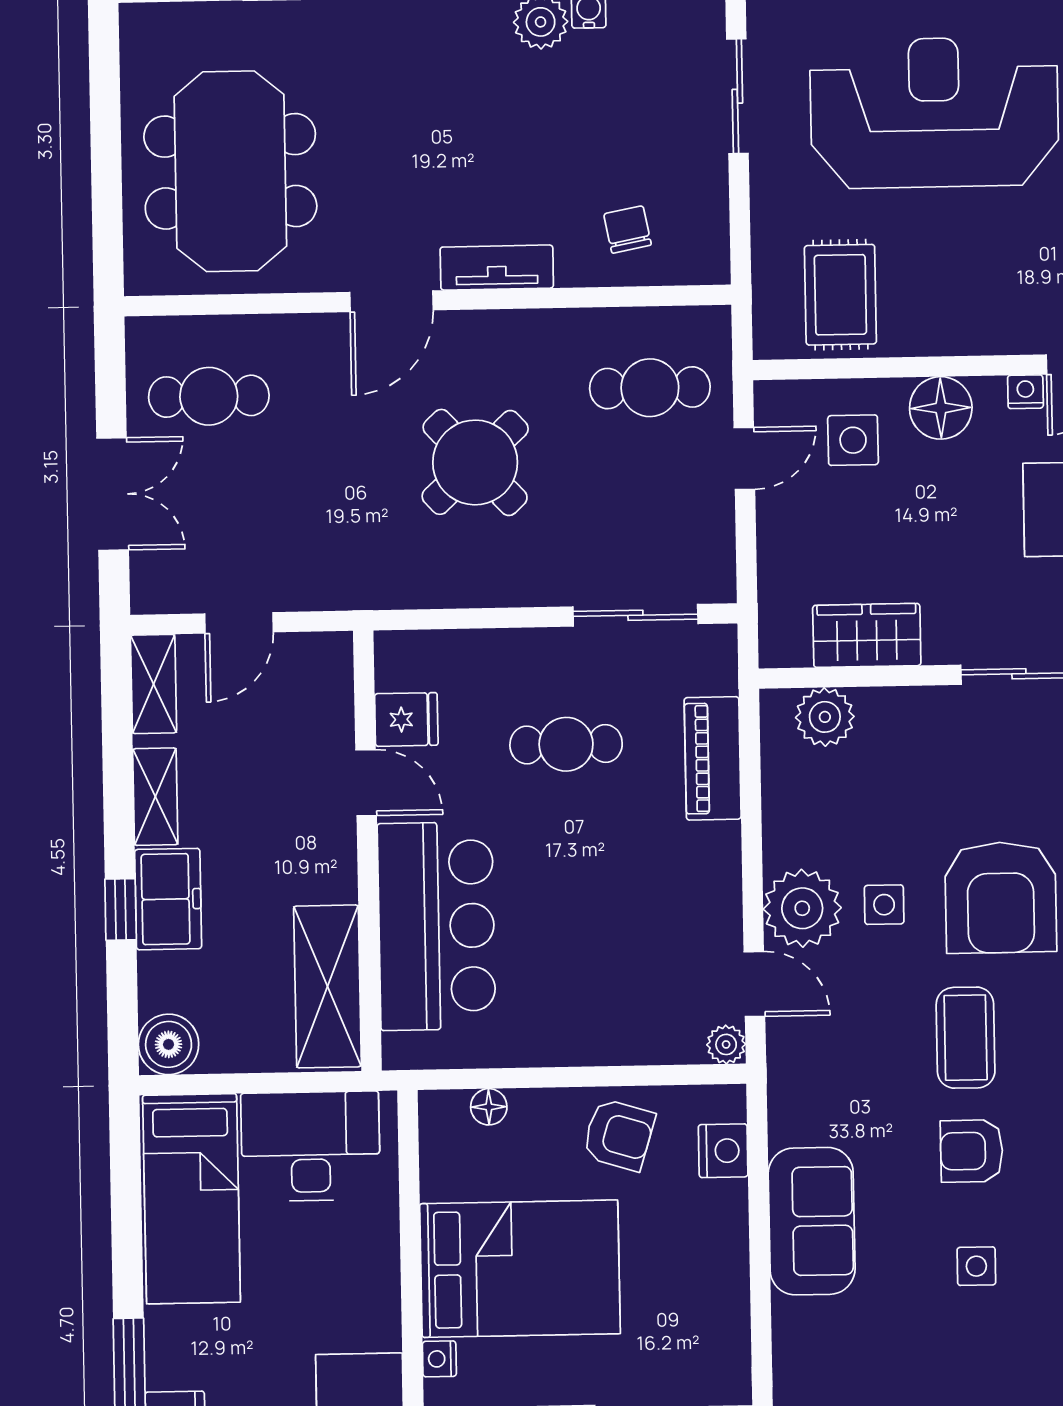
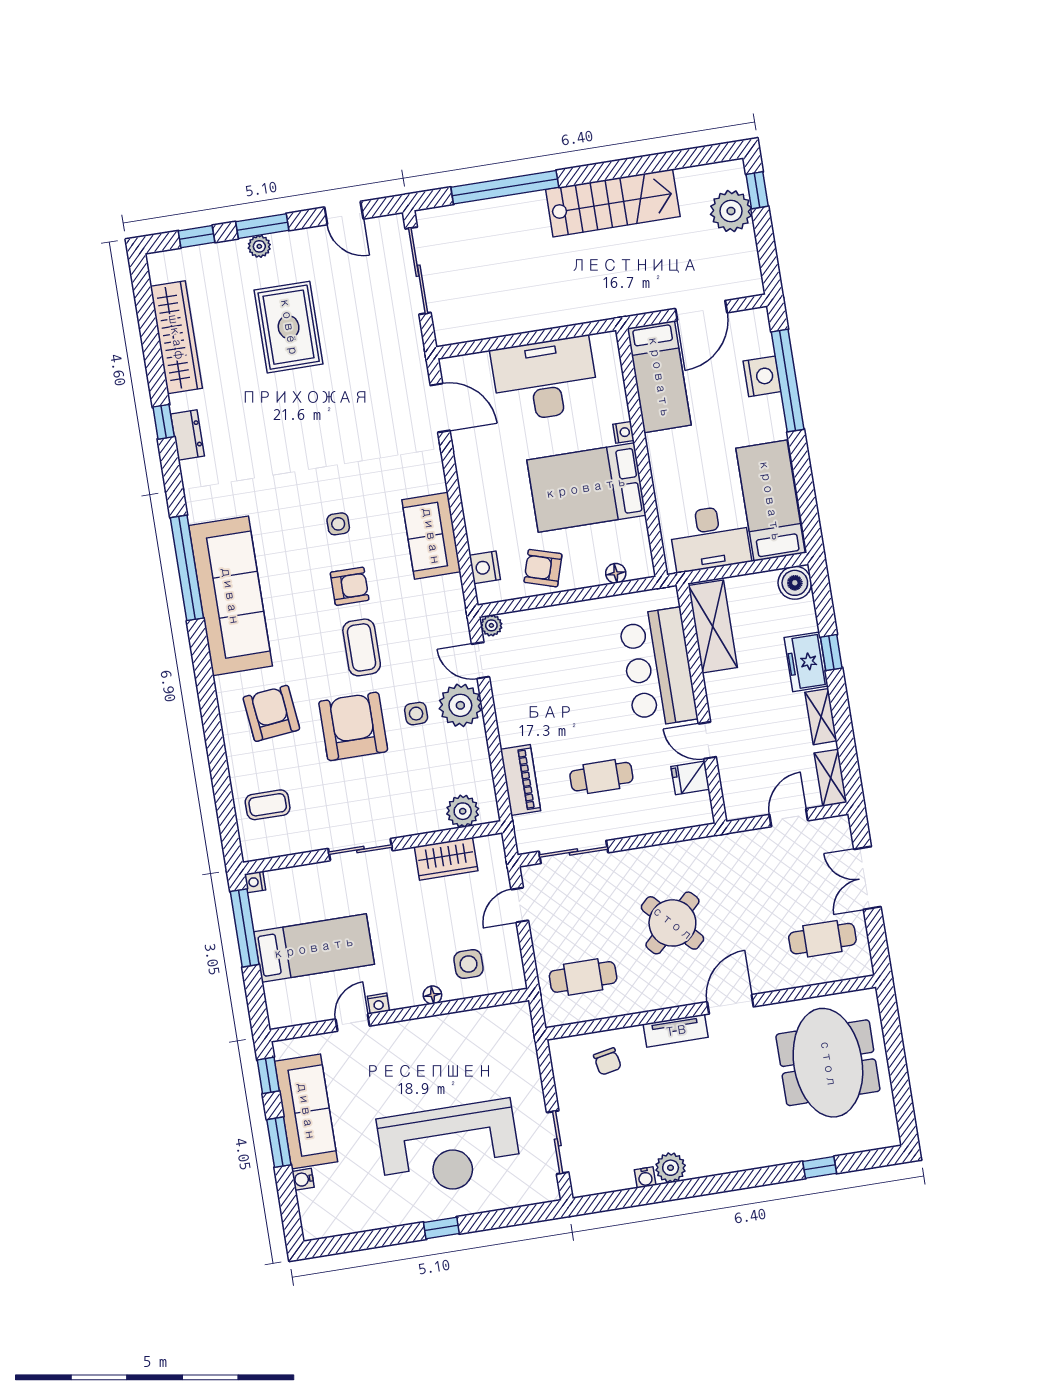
rug: (840, 295) -> (486, 1042), removed
floor lamp: (941, 408) -> (432, 995), width x0.53, depth x0.53
door: (744, 459) -> (520, 905), moved

